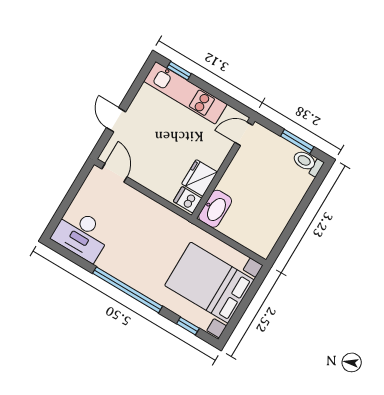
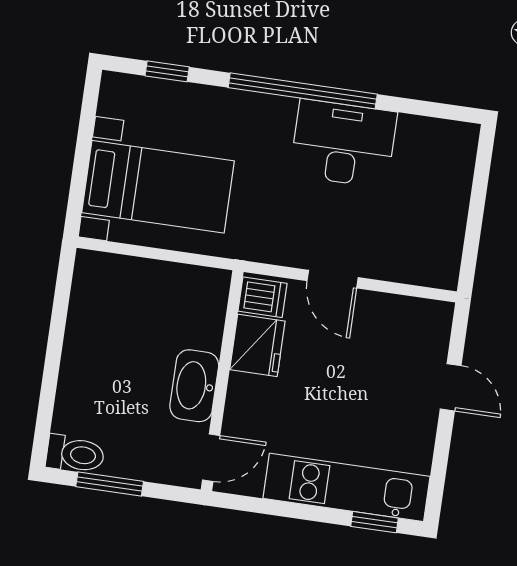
door: (115, 173) -> (333, 279), moved
washbasin: (215, 209) -> (194, 386), moved
desk: (81, 234) -> (343, 144), moved
bed with nightstands: (209, 283) -> (158, 187), width x0.73

